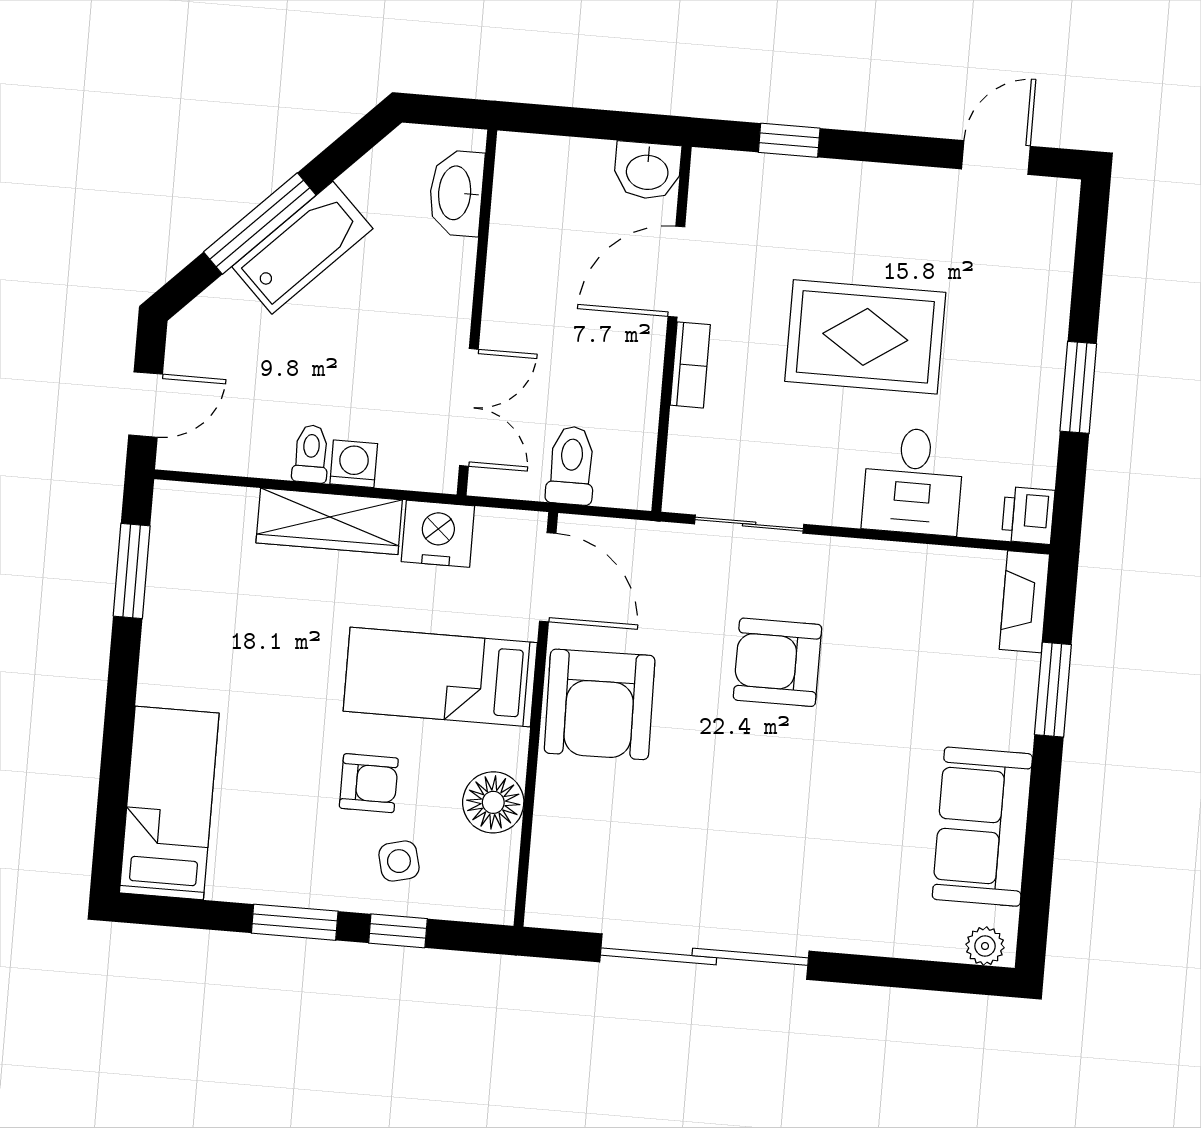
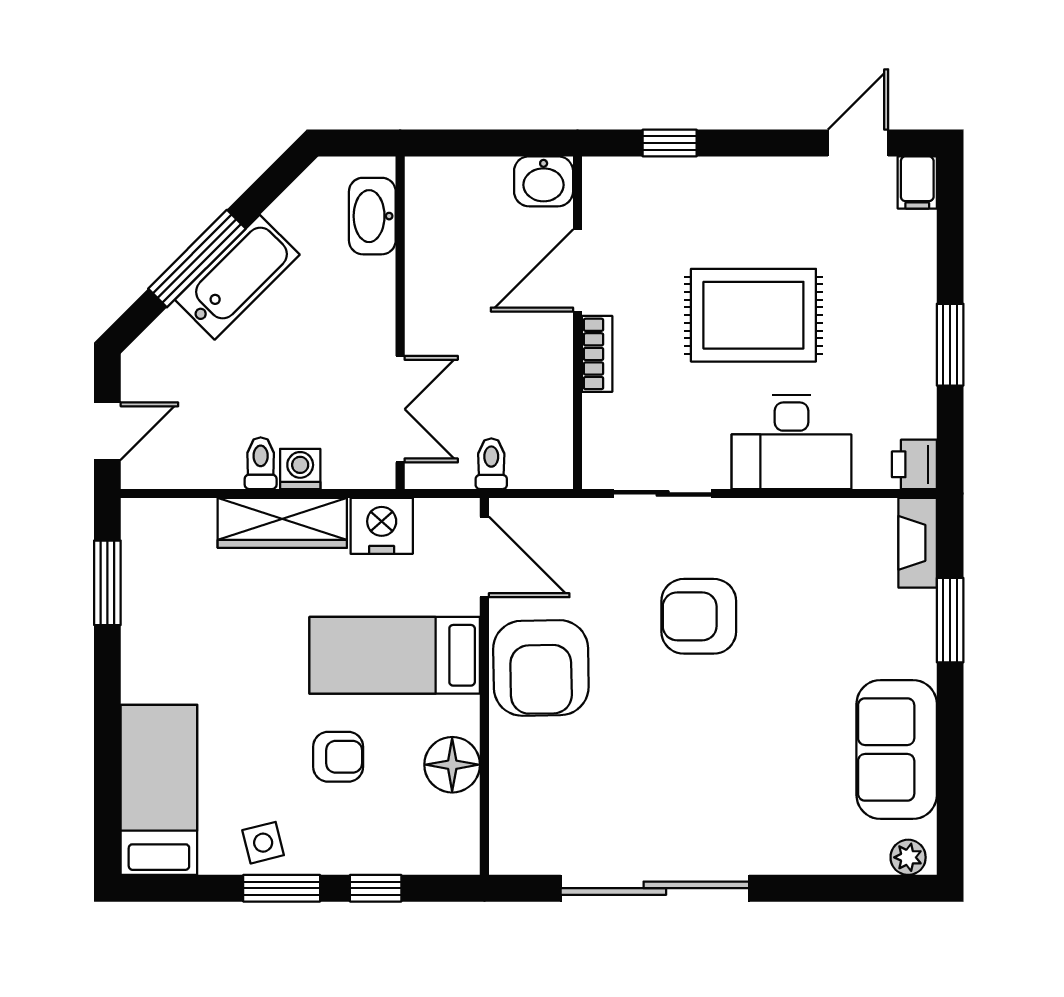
filing cabinet: (1057, 206) -> (917, 182), added
toilet: (571, 465) -> (491, 464), width x0.73, depth x0.72
desk: (913, 481) -> (791, 442), width x1.37
side table: (399, 861) -> (263, 843), moved

